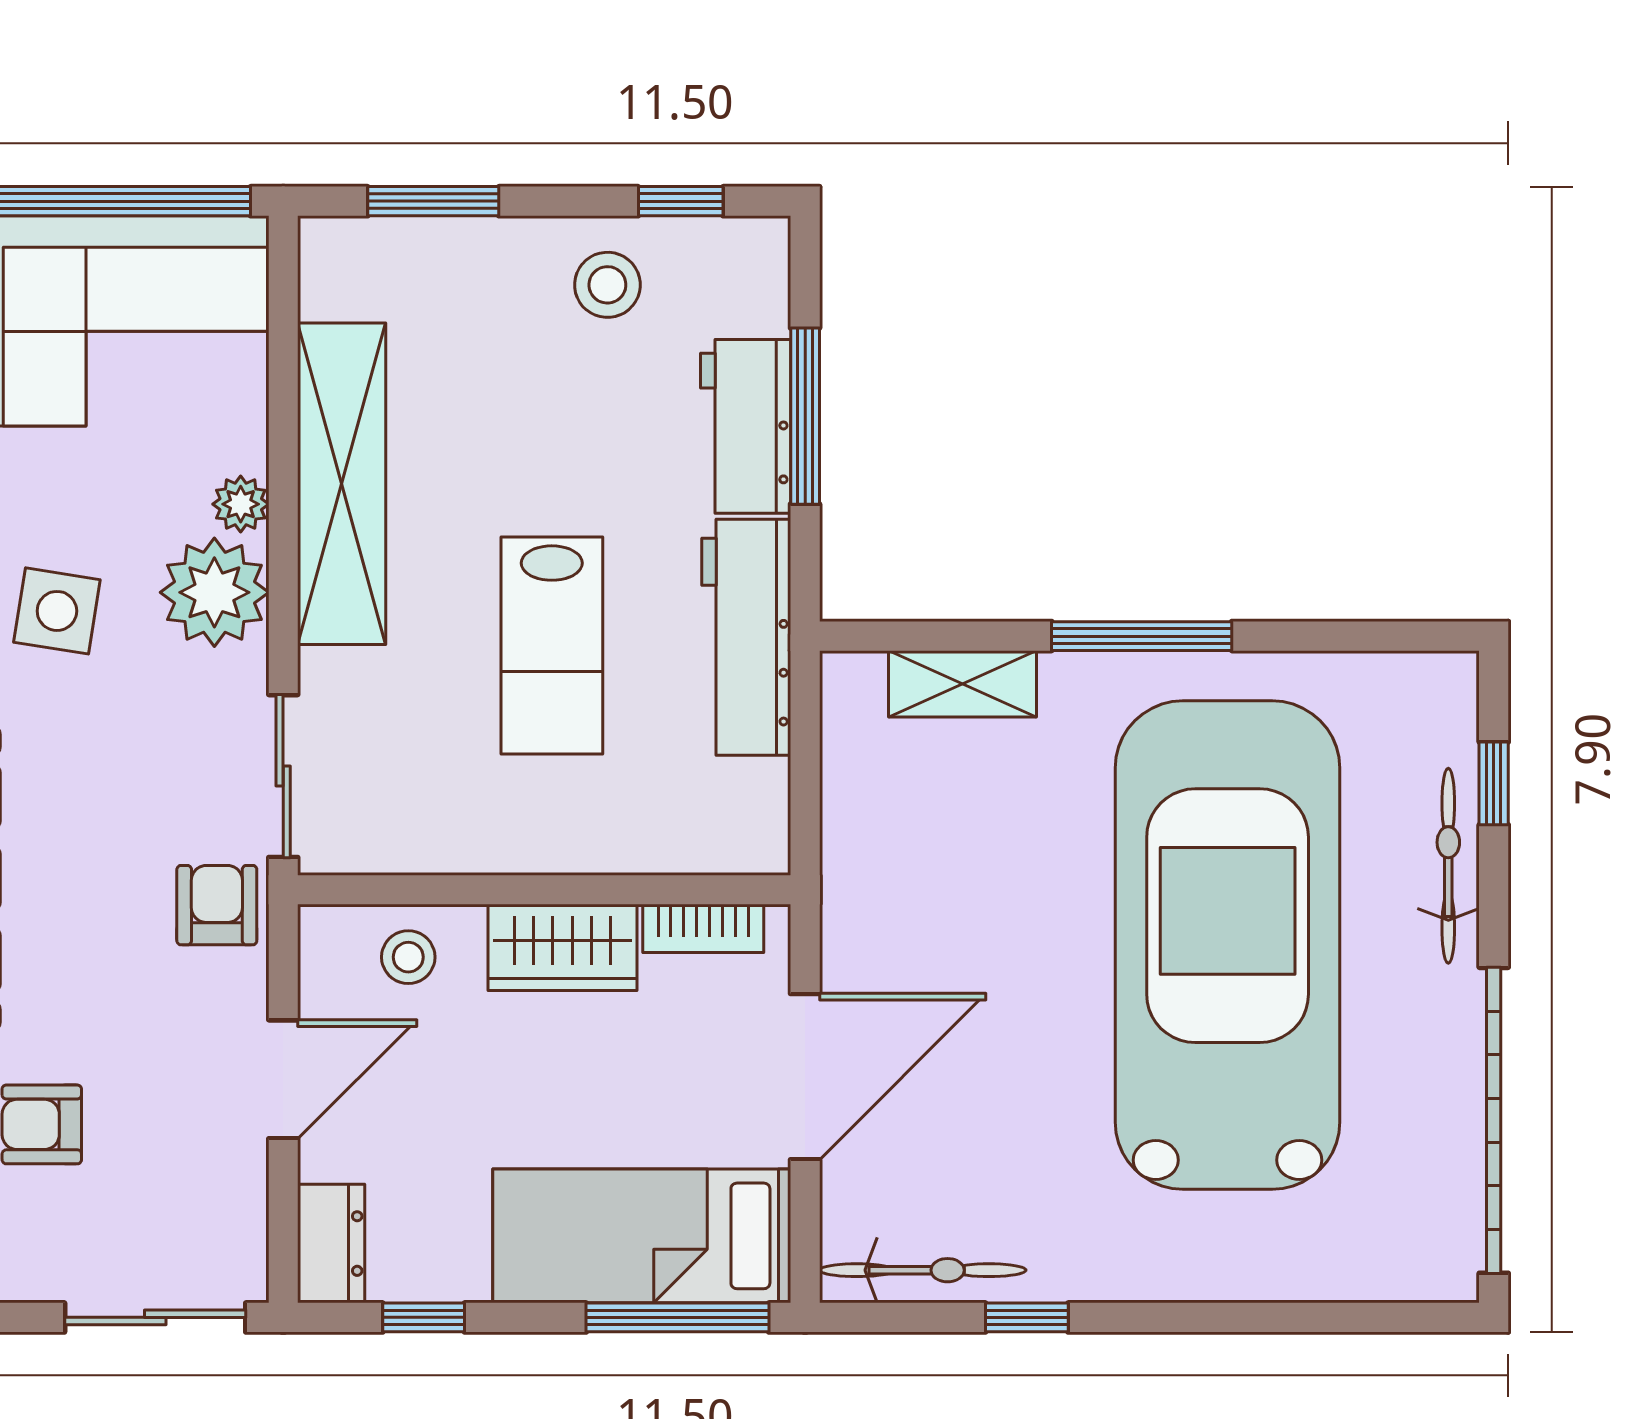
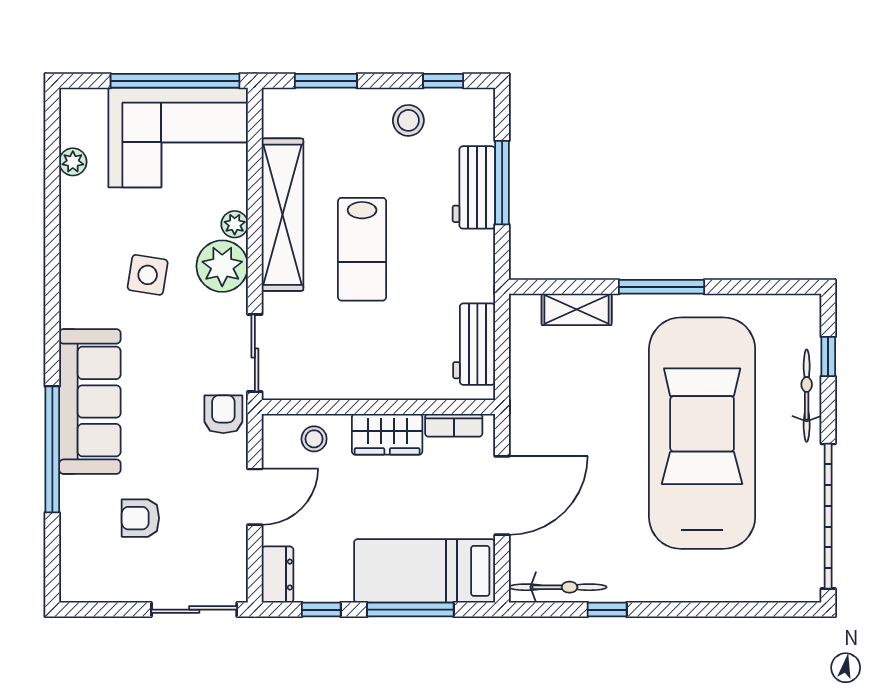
workbench: (746, 637) -> (474, 344), moved, width x0.73
lab bench: (552, 646) -> (362, 249), moved
window: (677, 1317) -> (410, 610), moved

